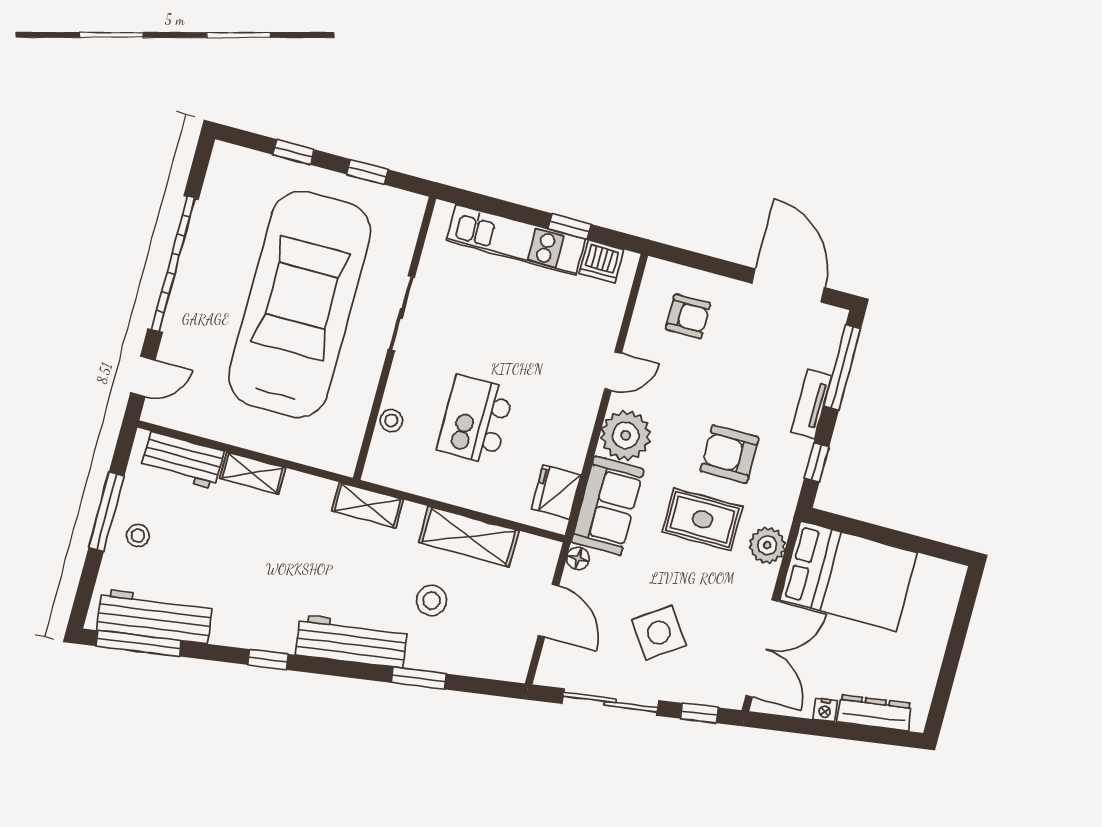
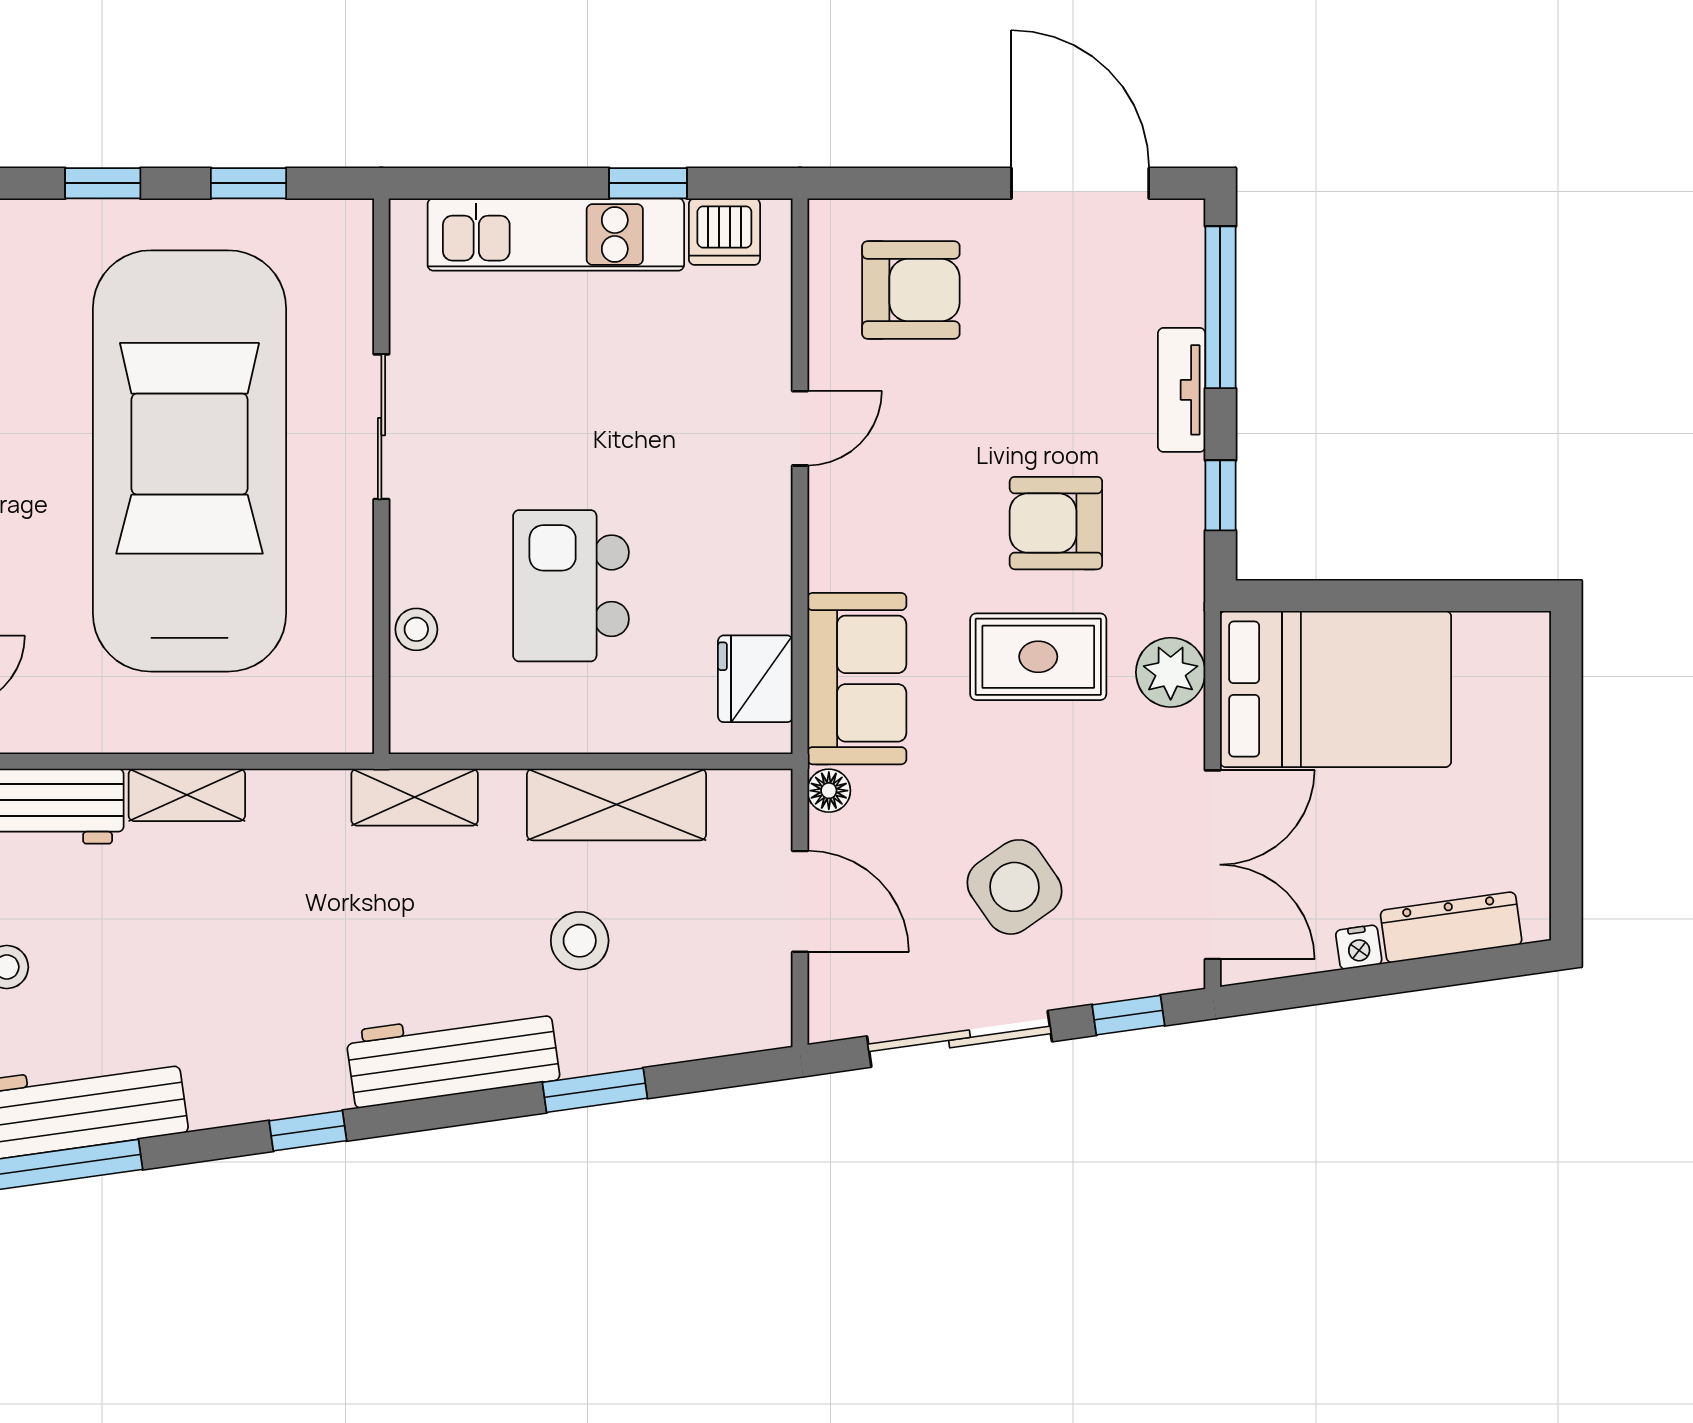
armchair: (688, 316) -> (911, 290), width x1.38, depth x1.38
plant: (626, 435) -> (855, 540), removed

